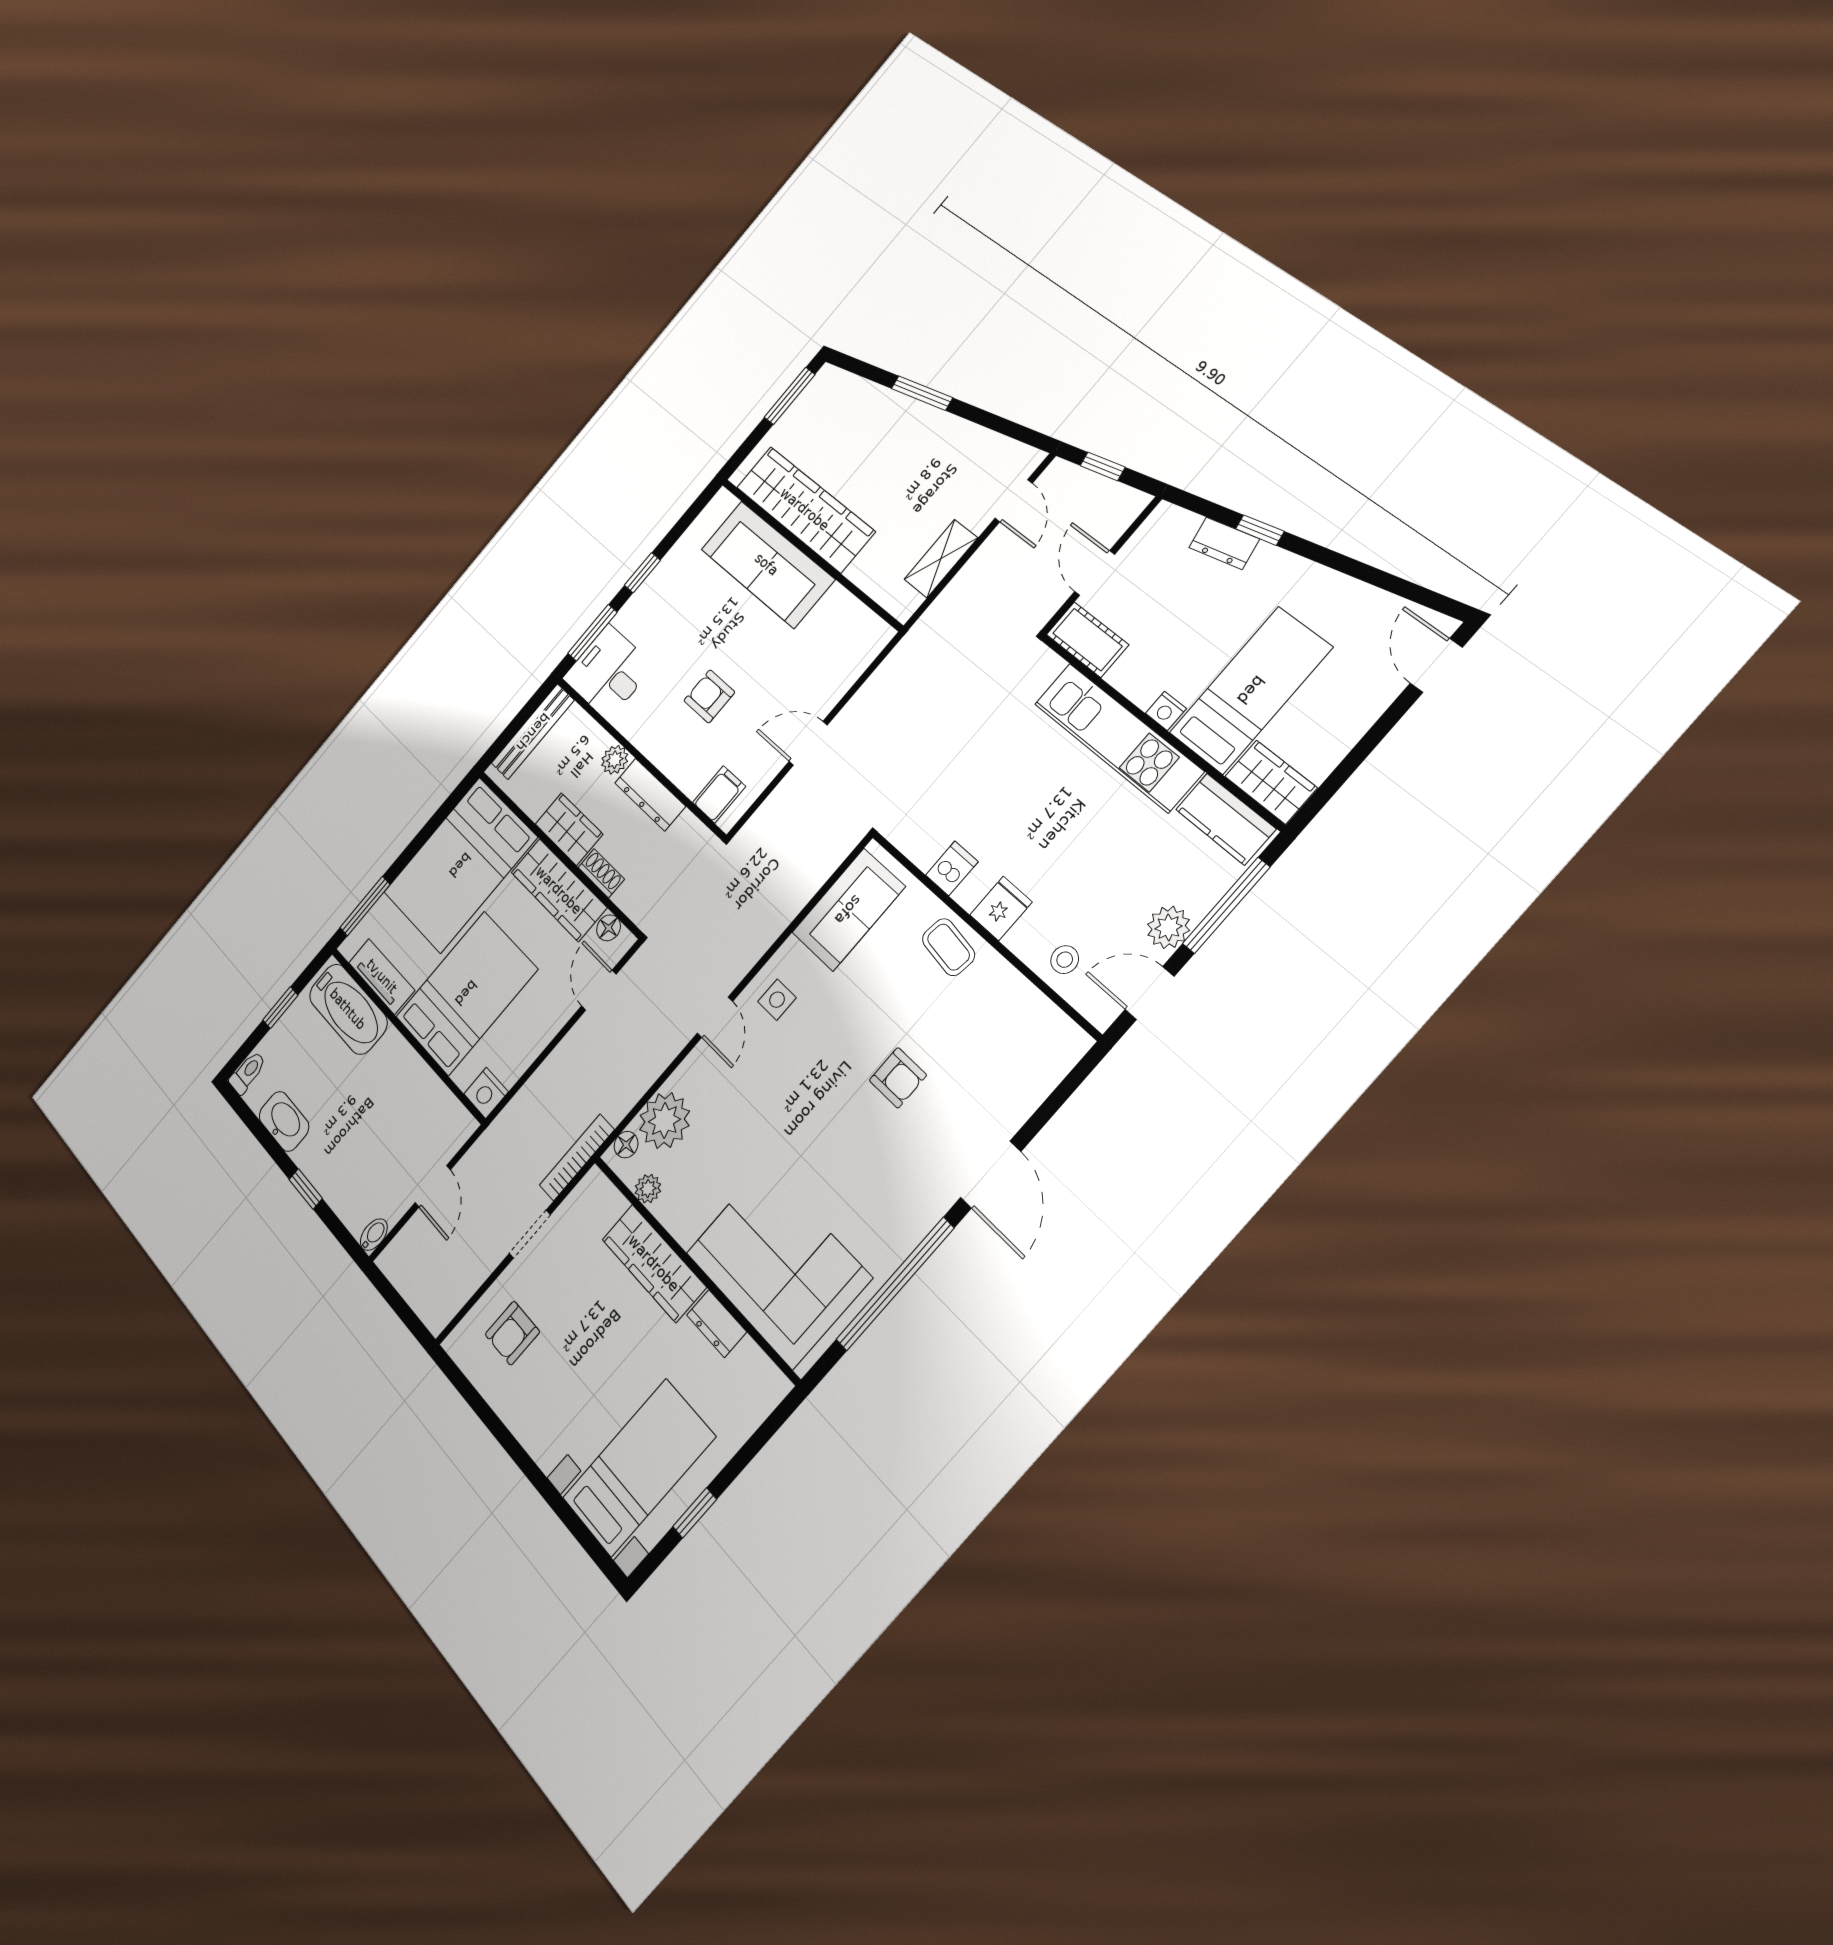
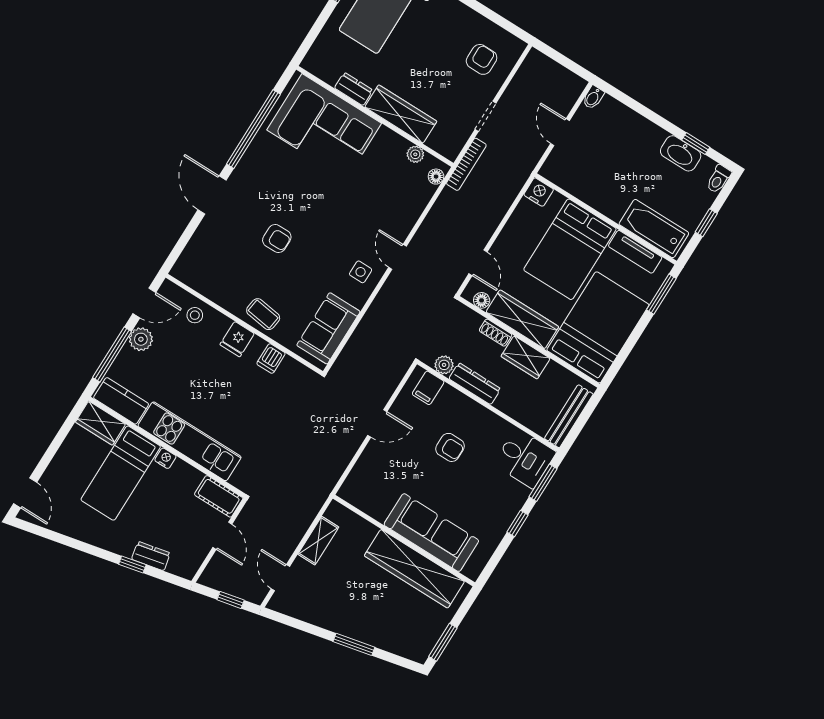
plant: (615, 760) -> (444, 365), moved
armchair: (898, 1078) -> (277, 238), turned 180
plant: (665, 1120) -> (415, 194), removed
window: (306, 1189) -> (696, 144), moved

